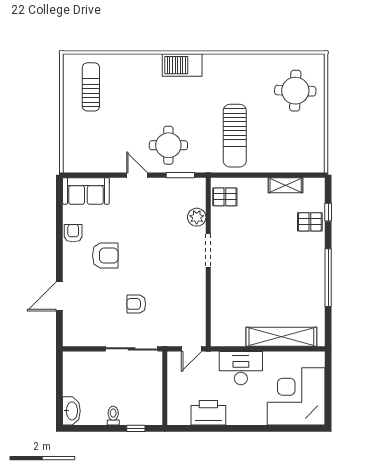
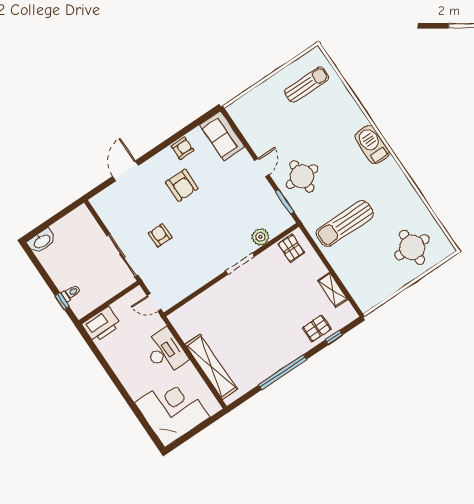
pallet: (310, 222) -> (317, 328), turned 90
door: (59, 296) -> (125, 171), hinge flipped
printer: (208, 413) -> (101, 325), moved, turned 90
toilet: (113, 416) -> (71, 293), moved

